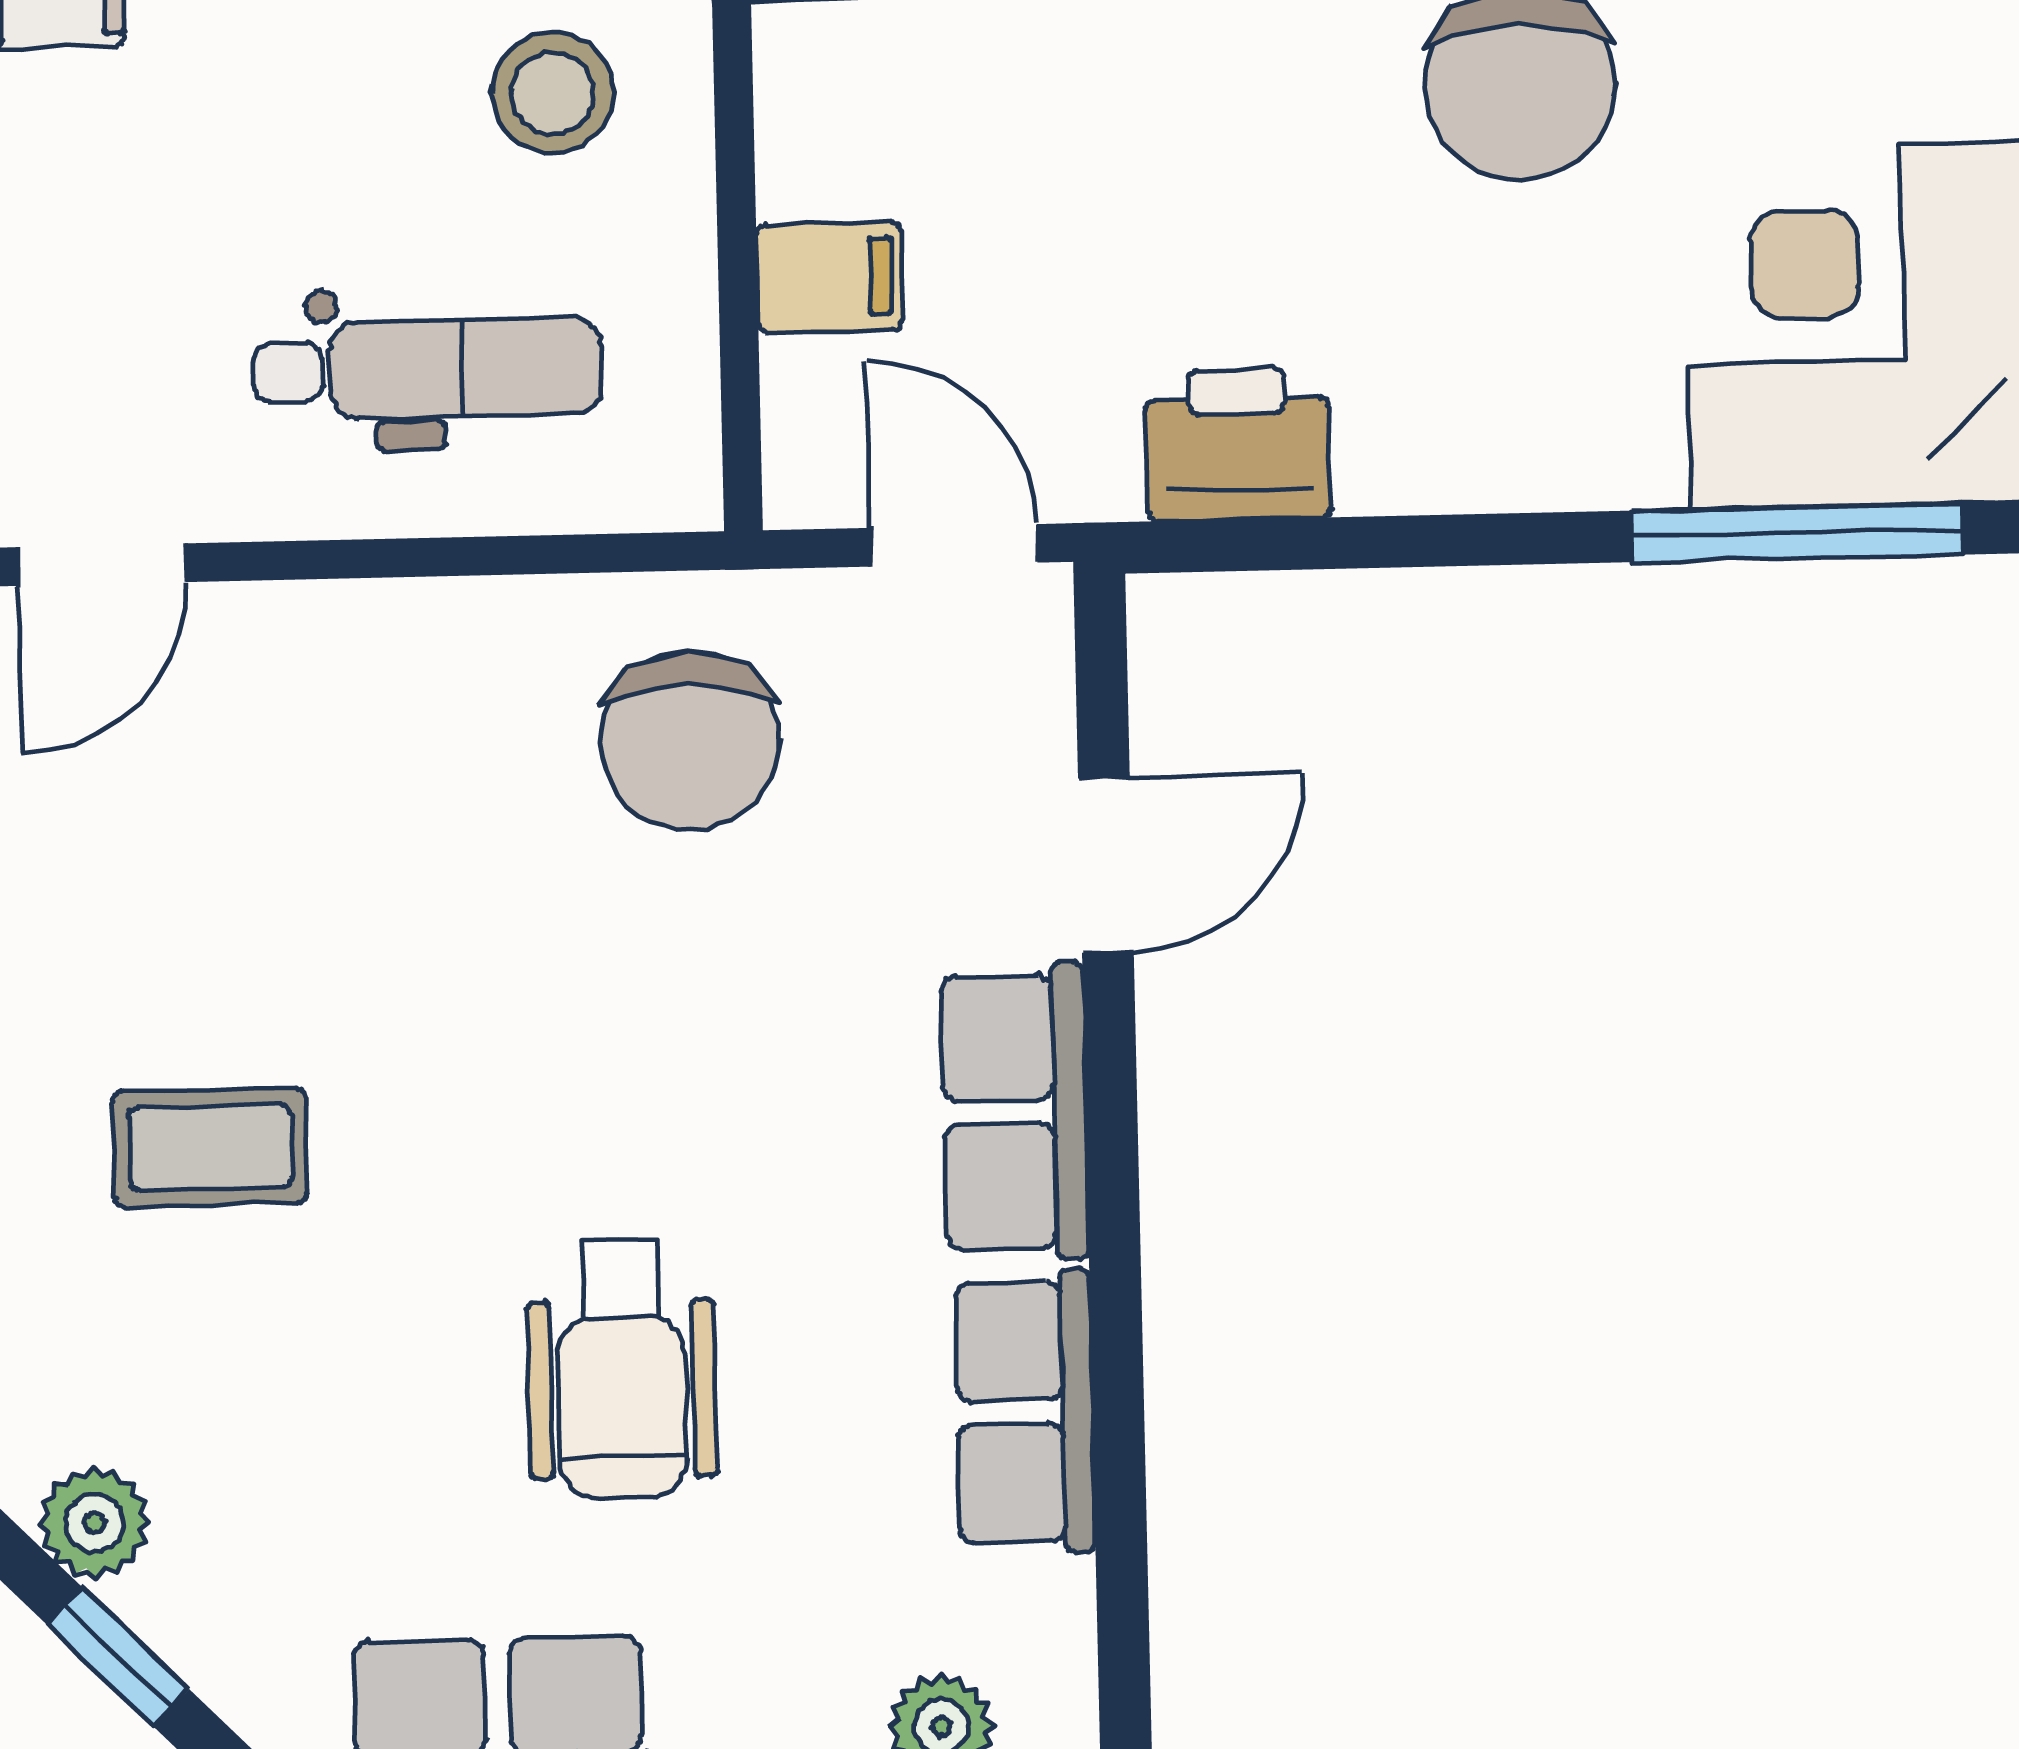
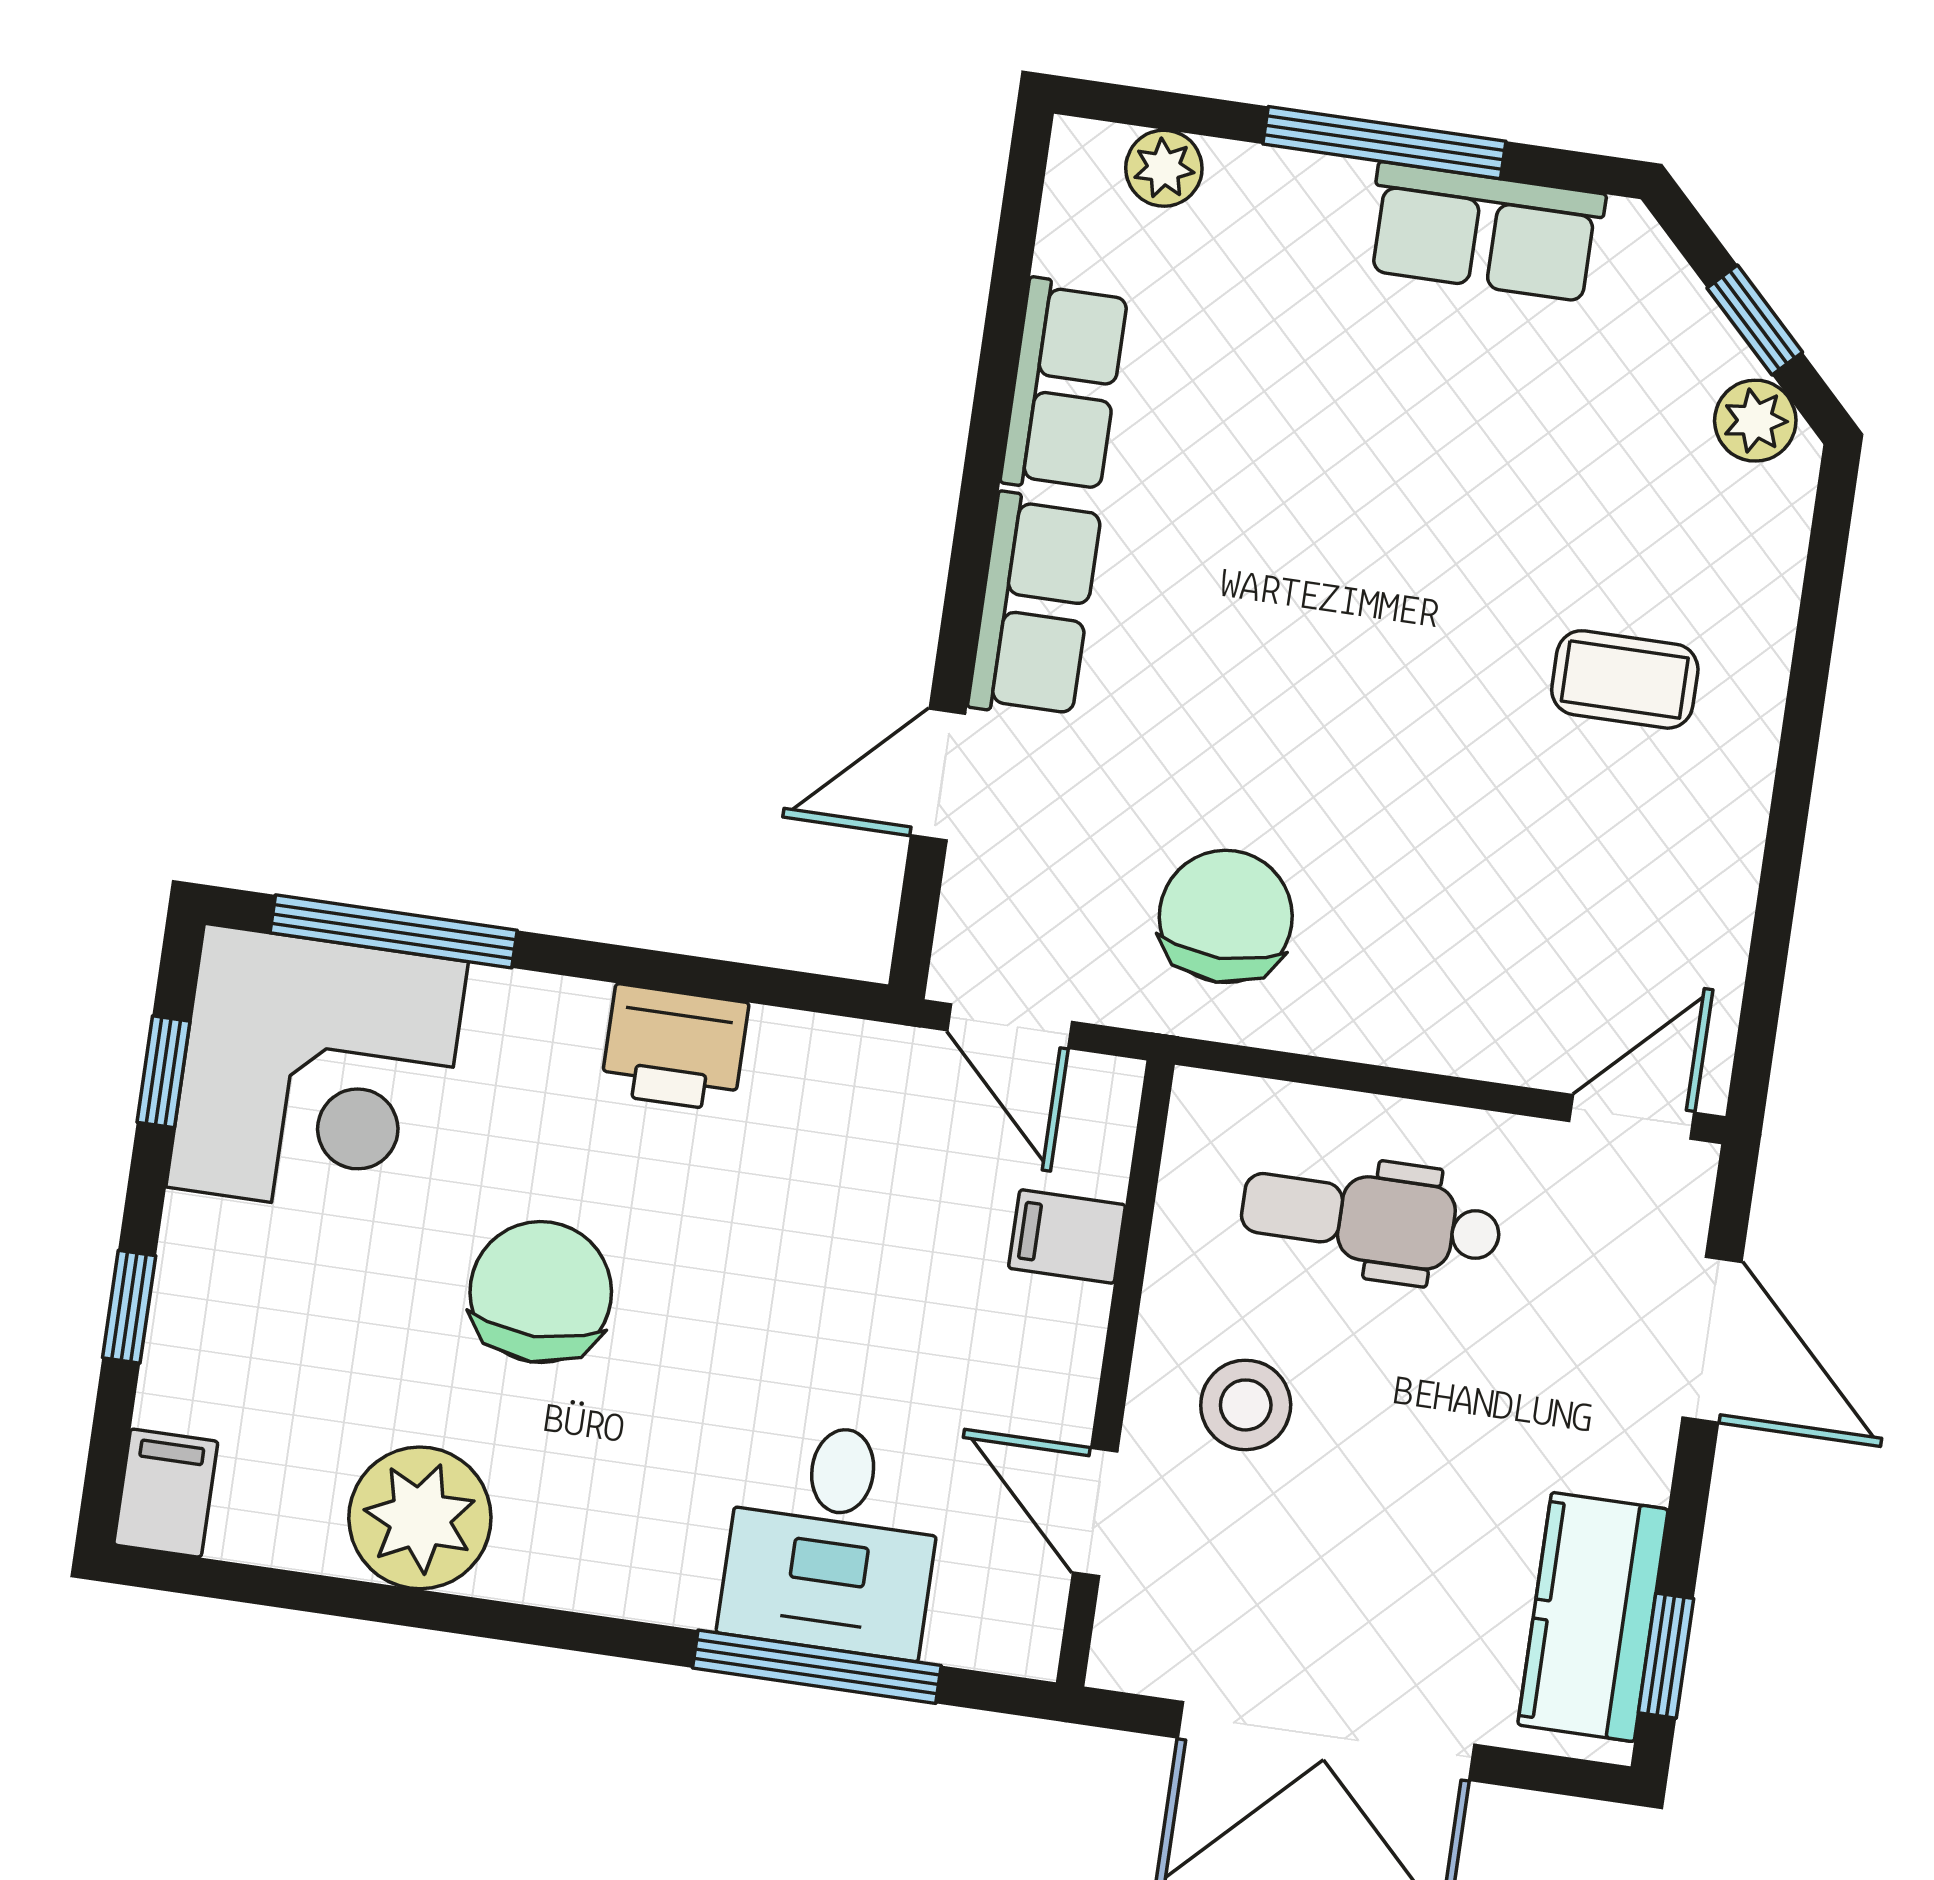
printer: (1238, 444) -> (675, 1048), moved
wheelchair: (622, 1369) -> (1353, 468), removed

